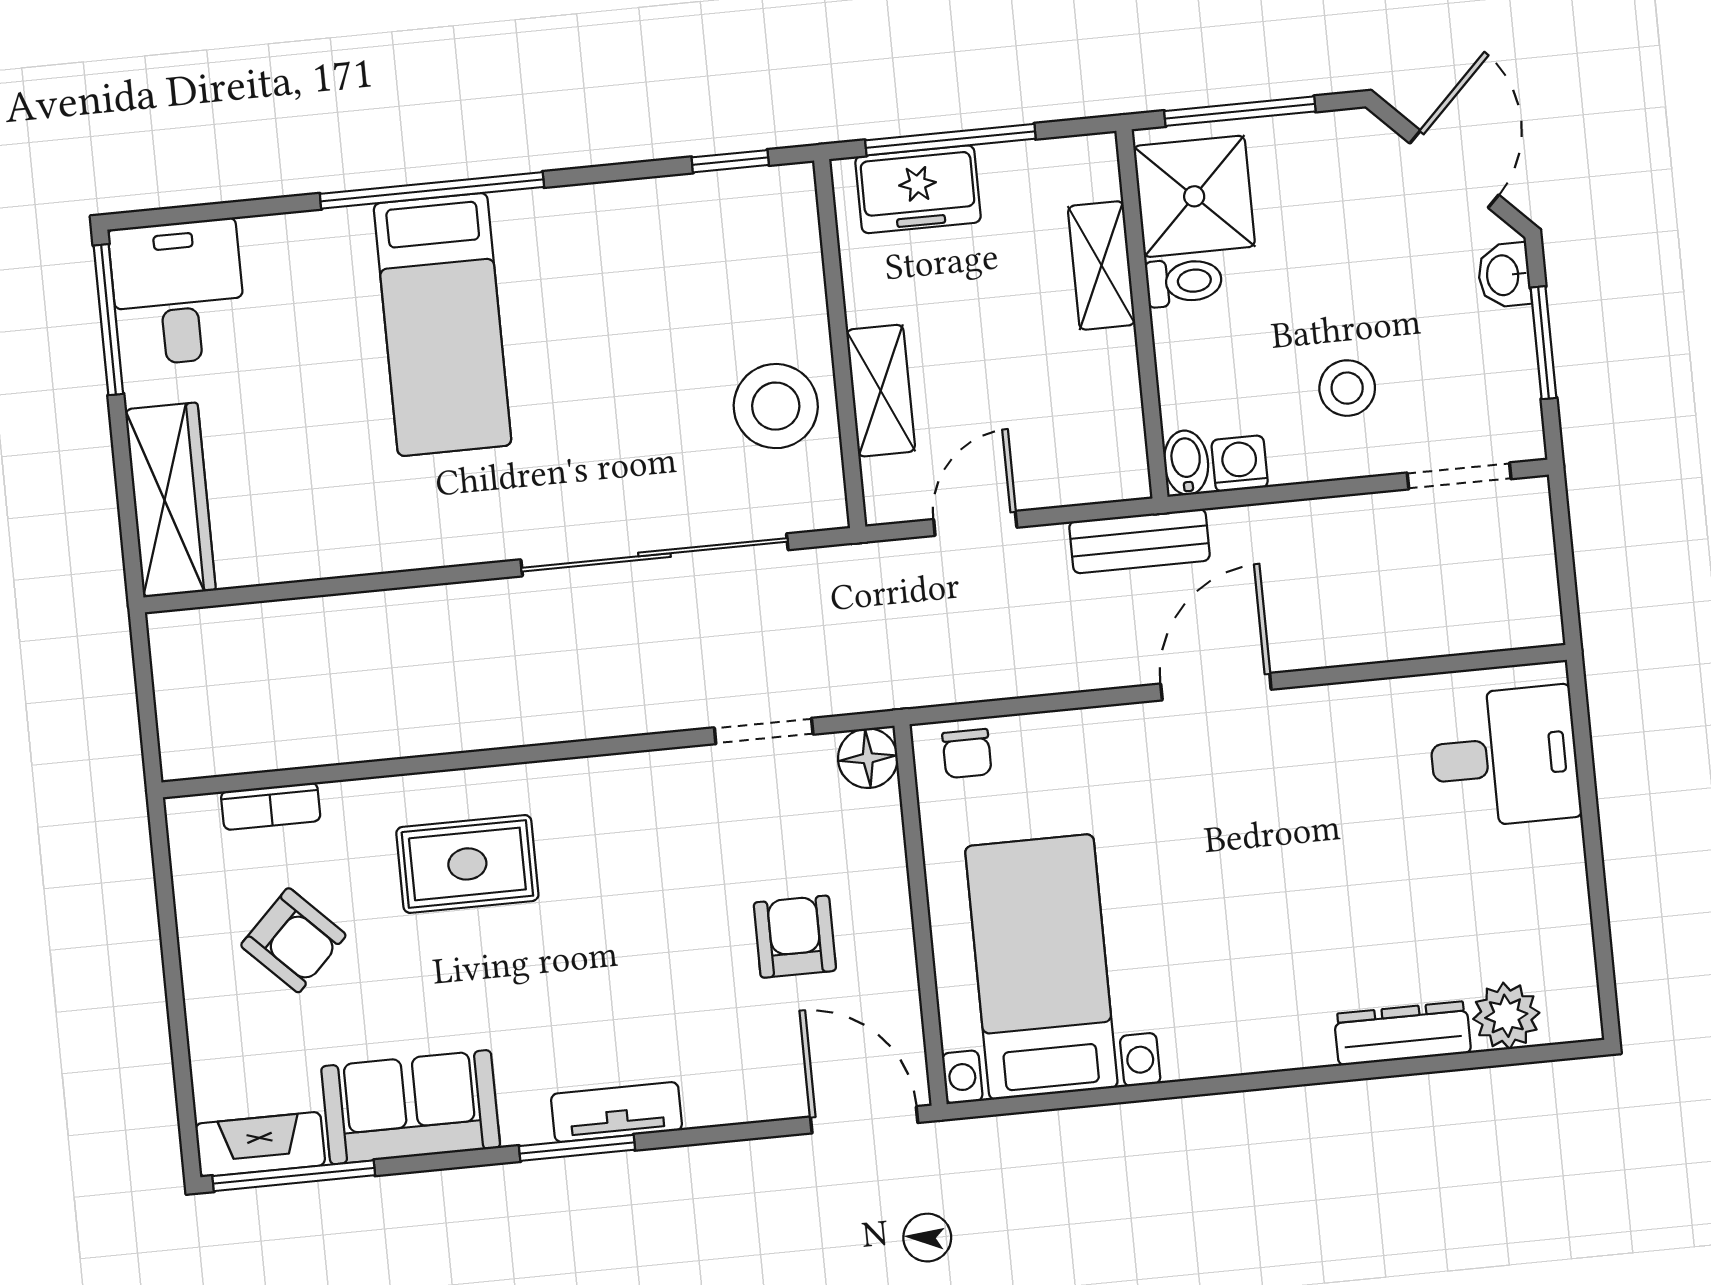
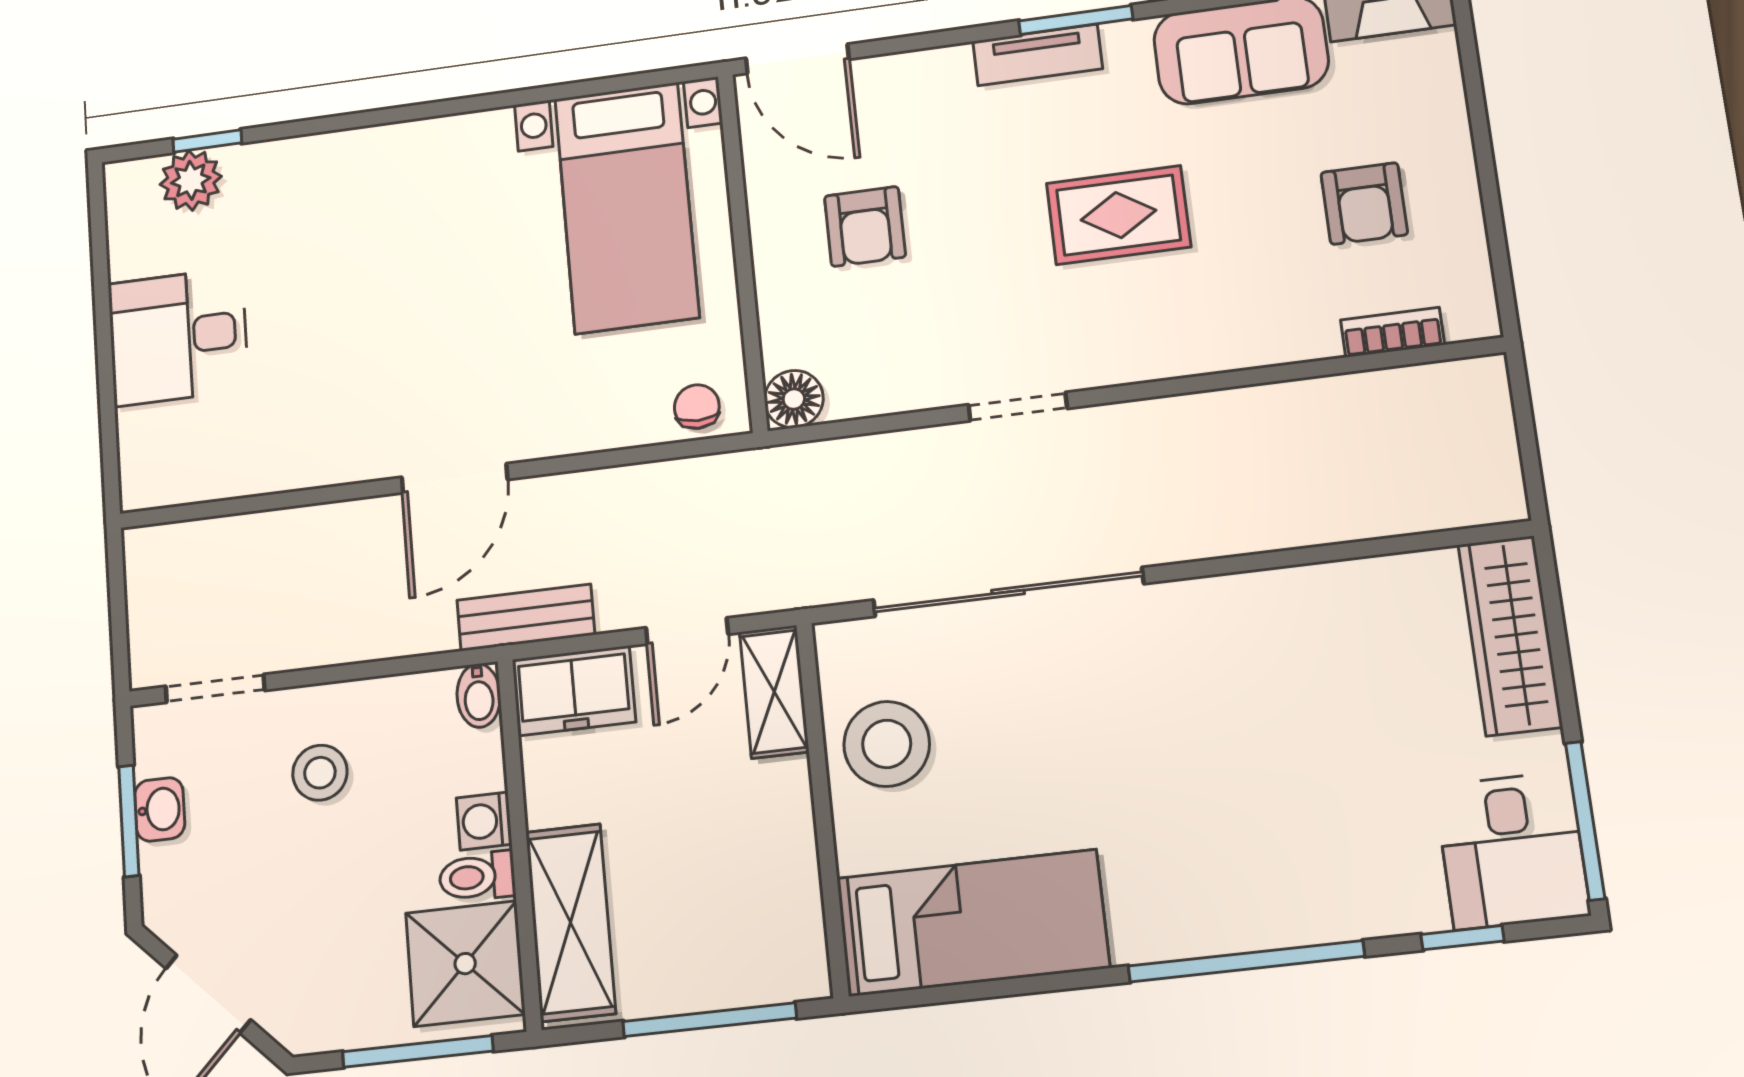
window: (730, 161) -> (1462, 938), moved
freezer: (918, 189) -> (574, 691), moved, turned 180
shelving: (1102, 265) -> (571, 922), width x1.50, depth x1.33
washbasin: (1504, 275) -> (160, 809), moved
bed: (442, 324) -> (972, 923), moved, turned 90
shelving: (881, 391) -> (774, 692), moved
washing machine: (1240, 464) -> (484, 821), moved, turned 90
doorway: (764, 731) -> (1018, 407), moved
desk: (1504, 757) -> (178, 337), moved
rug: (467, 864) -> (1118, 215), moved
armchair: (293, 940) -> (1364, 204), turned -135
dresser: (1402, 1033) -> (287, 160), removed
window: (1490, 1058) -> (207, 141), added

